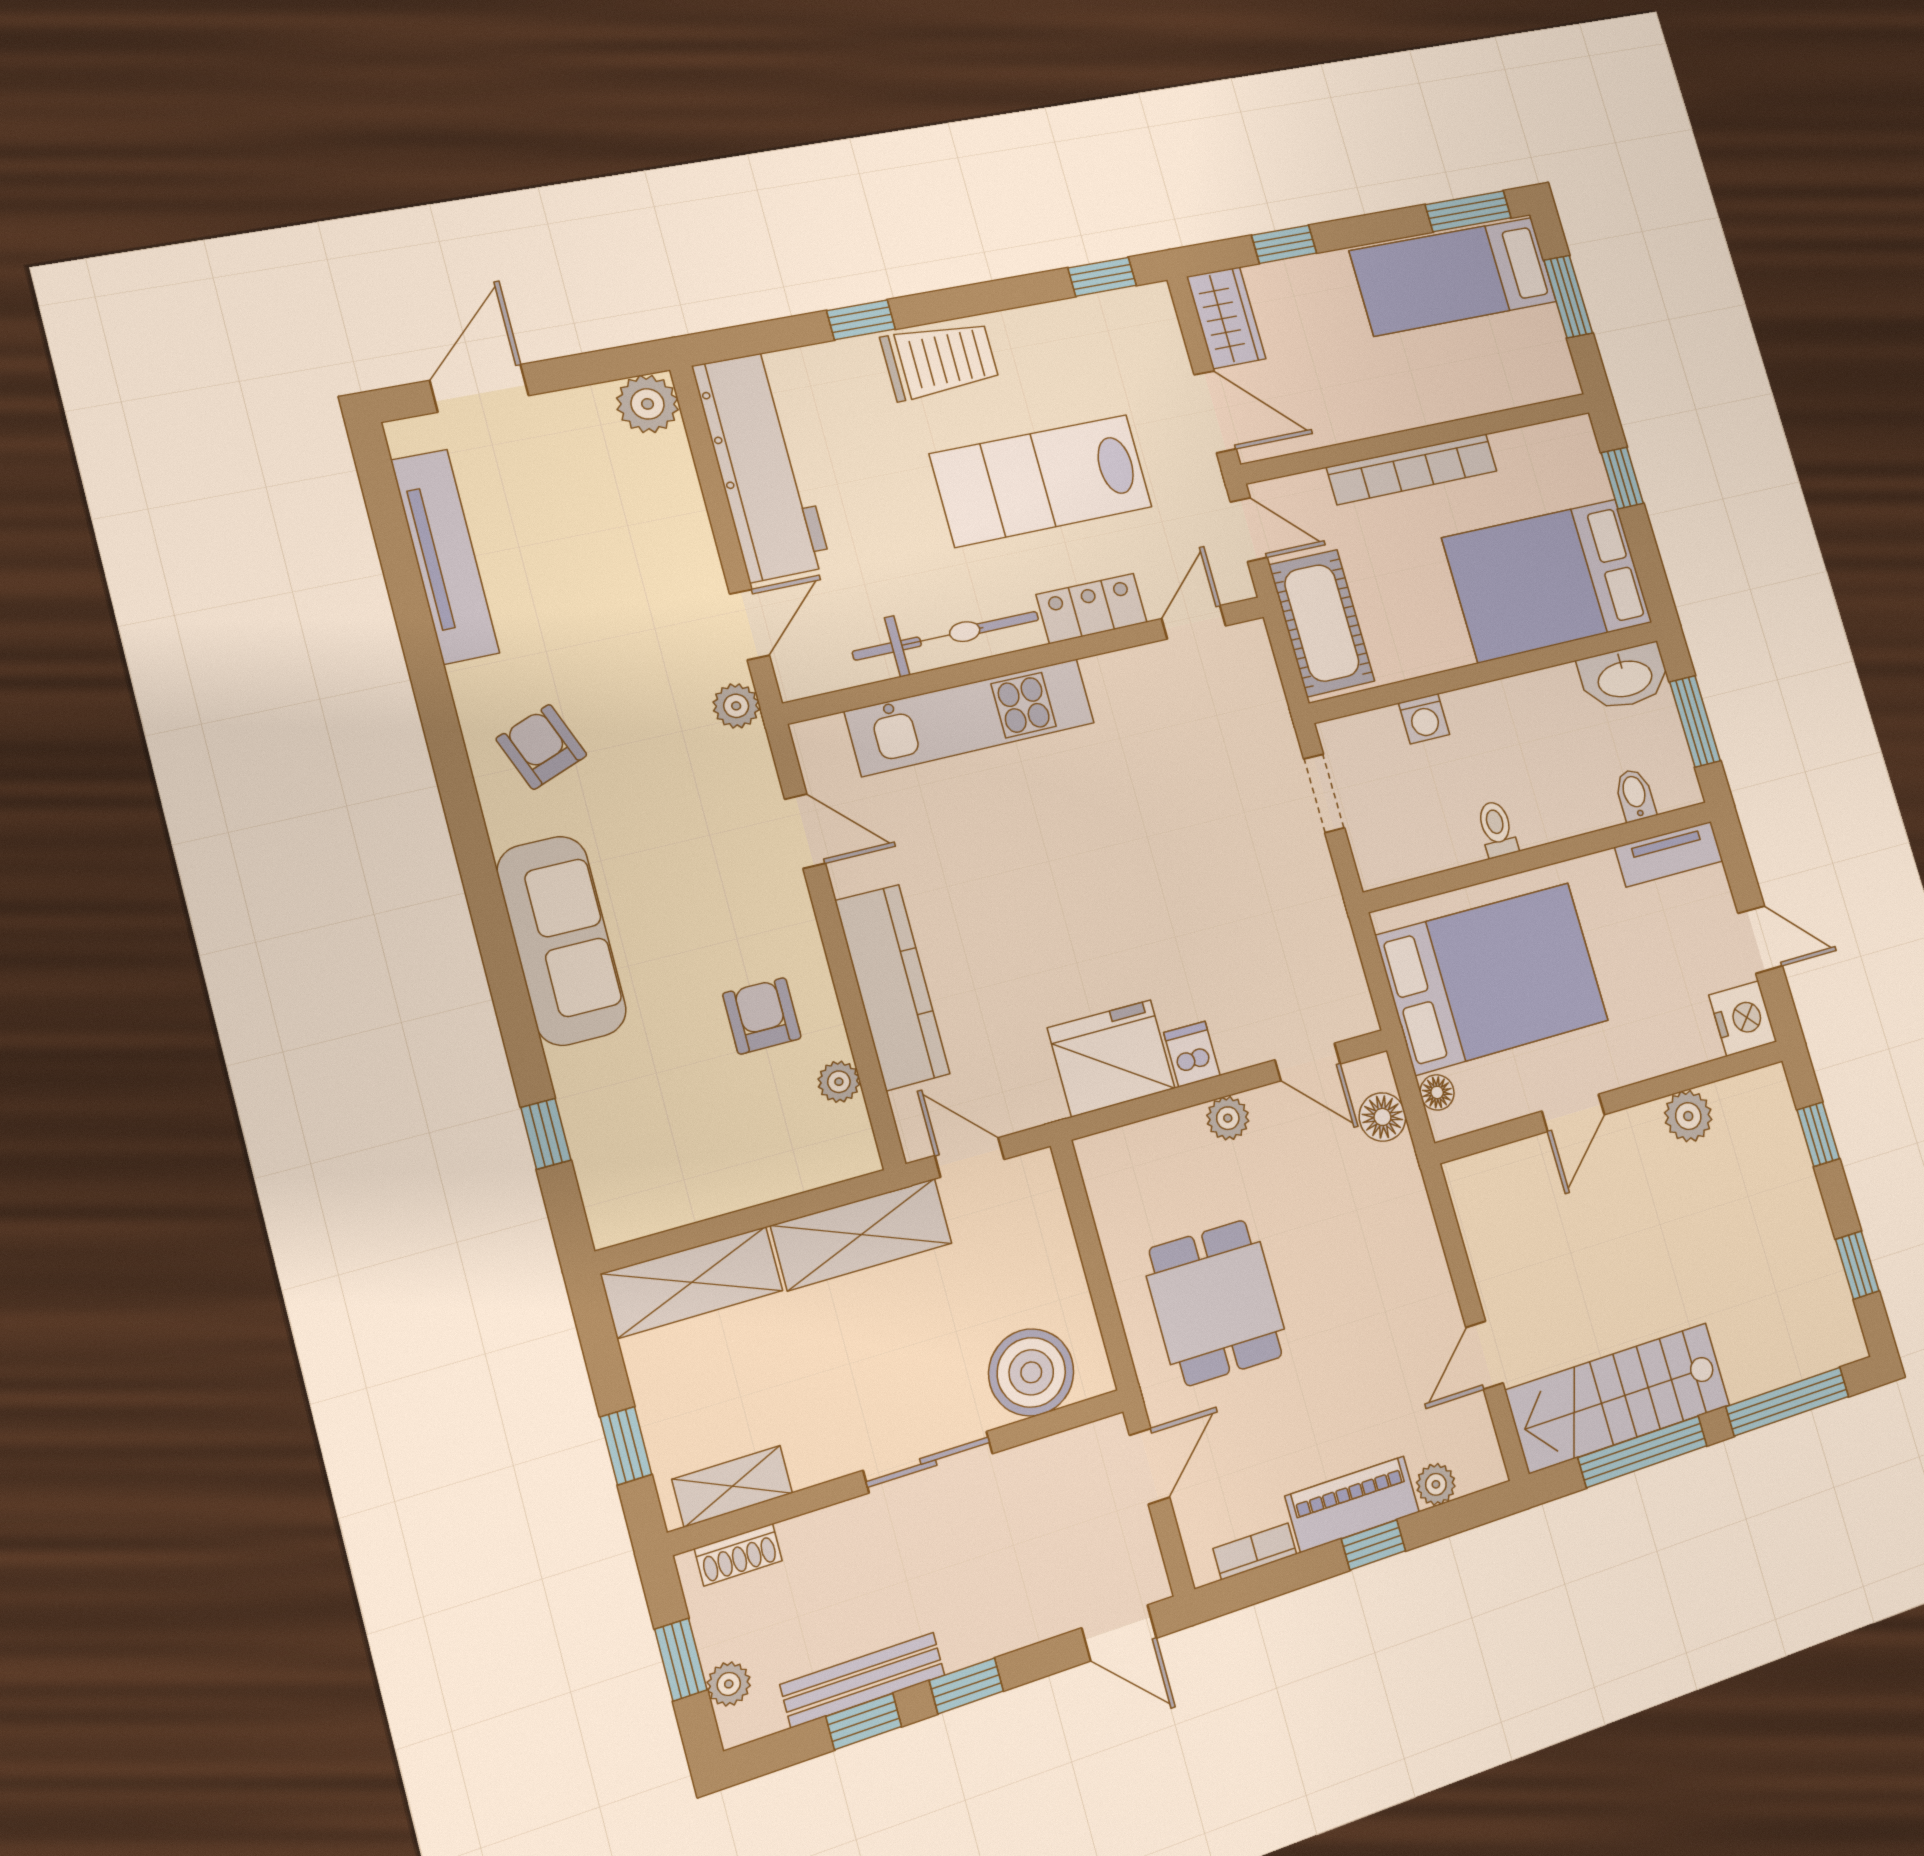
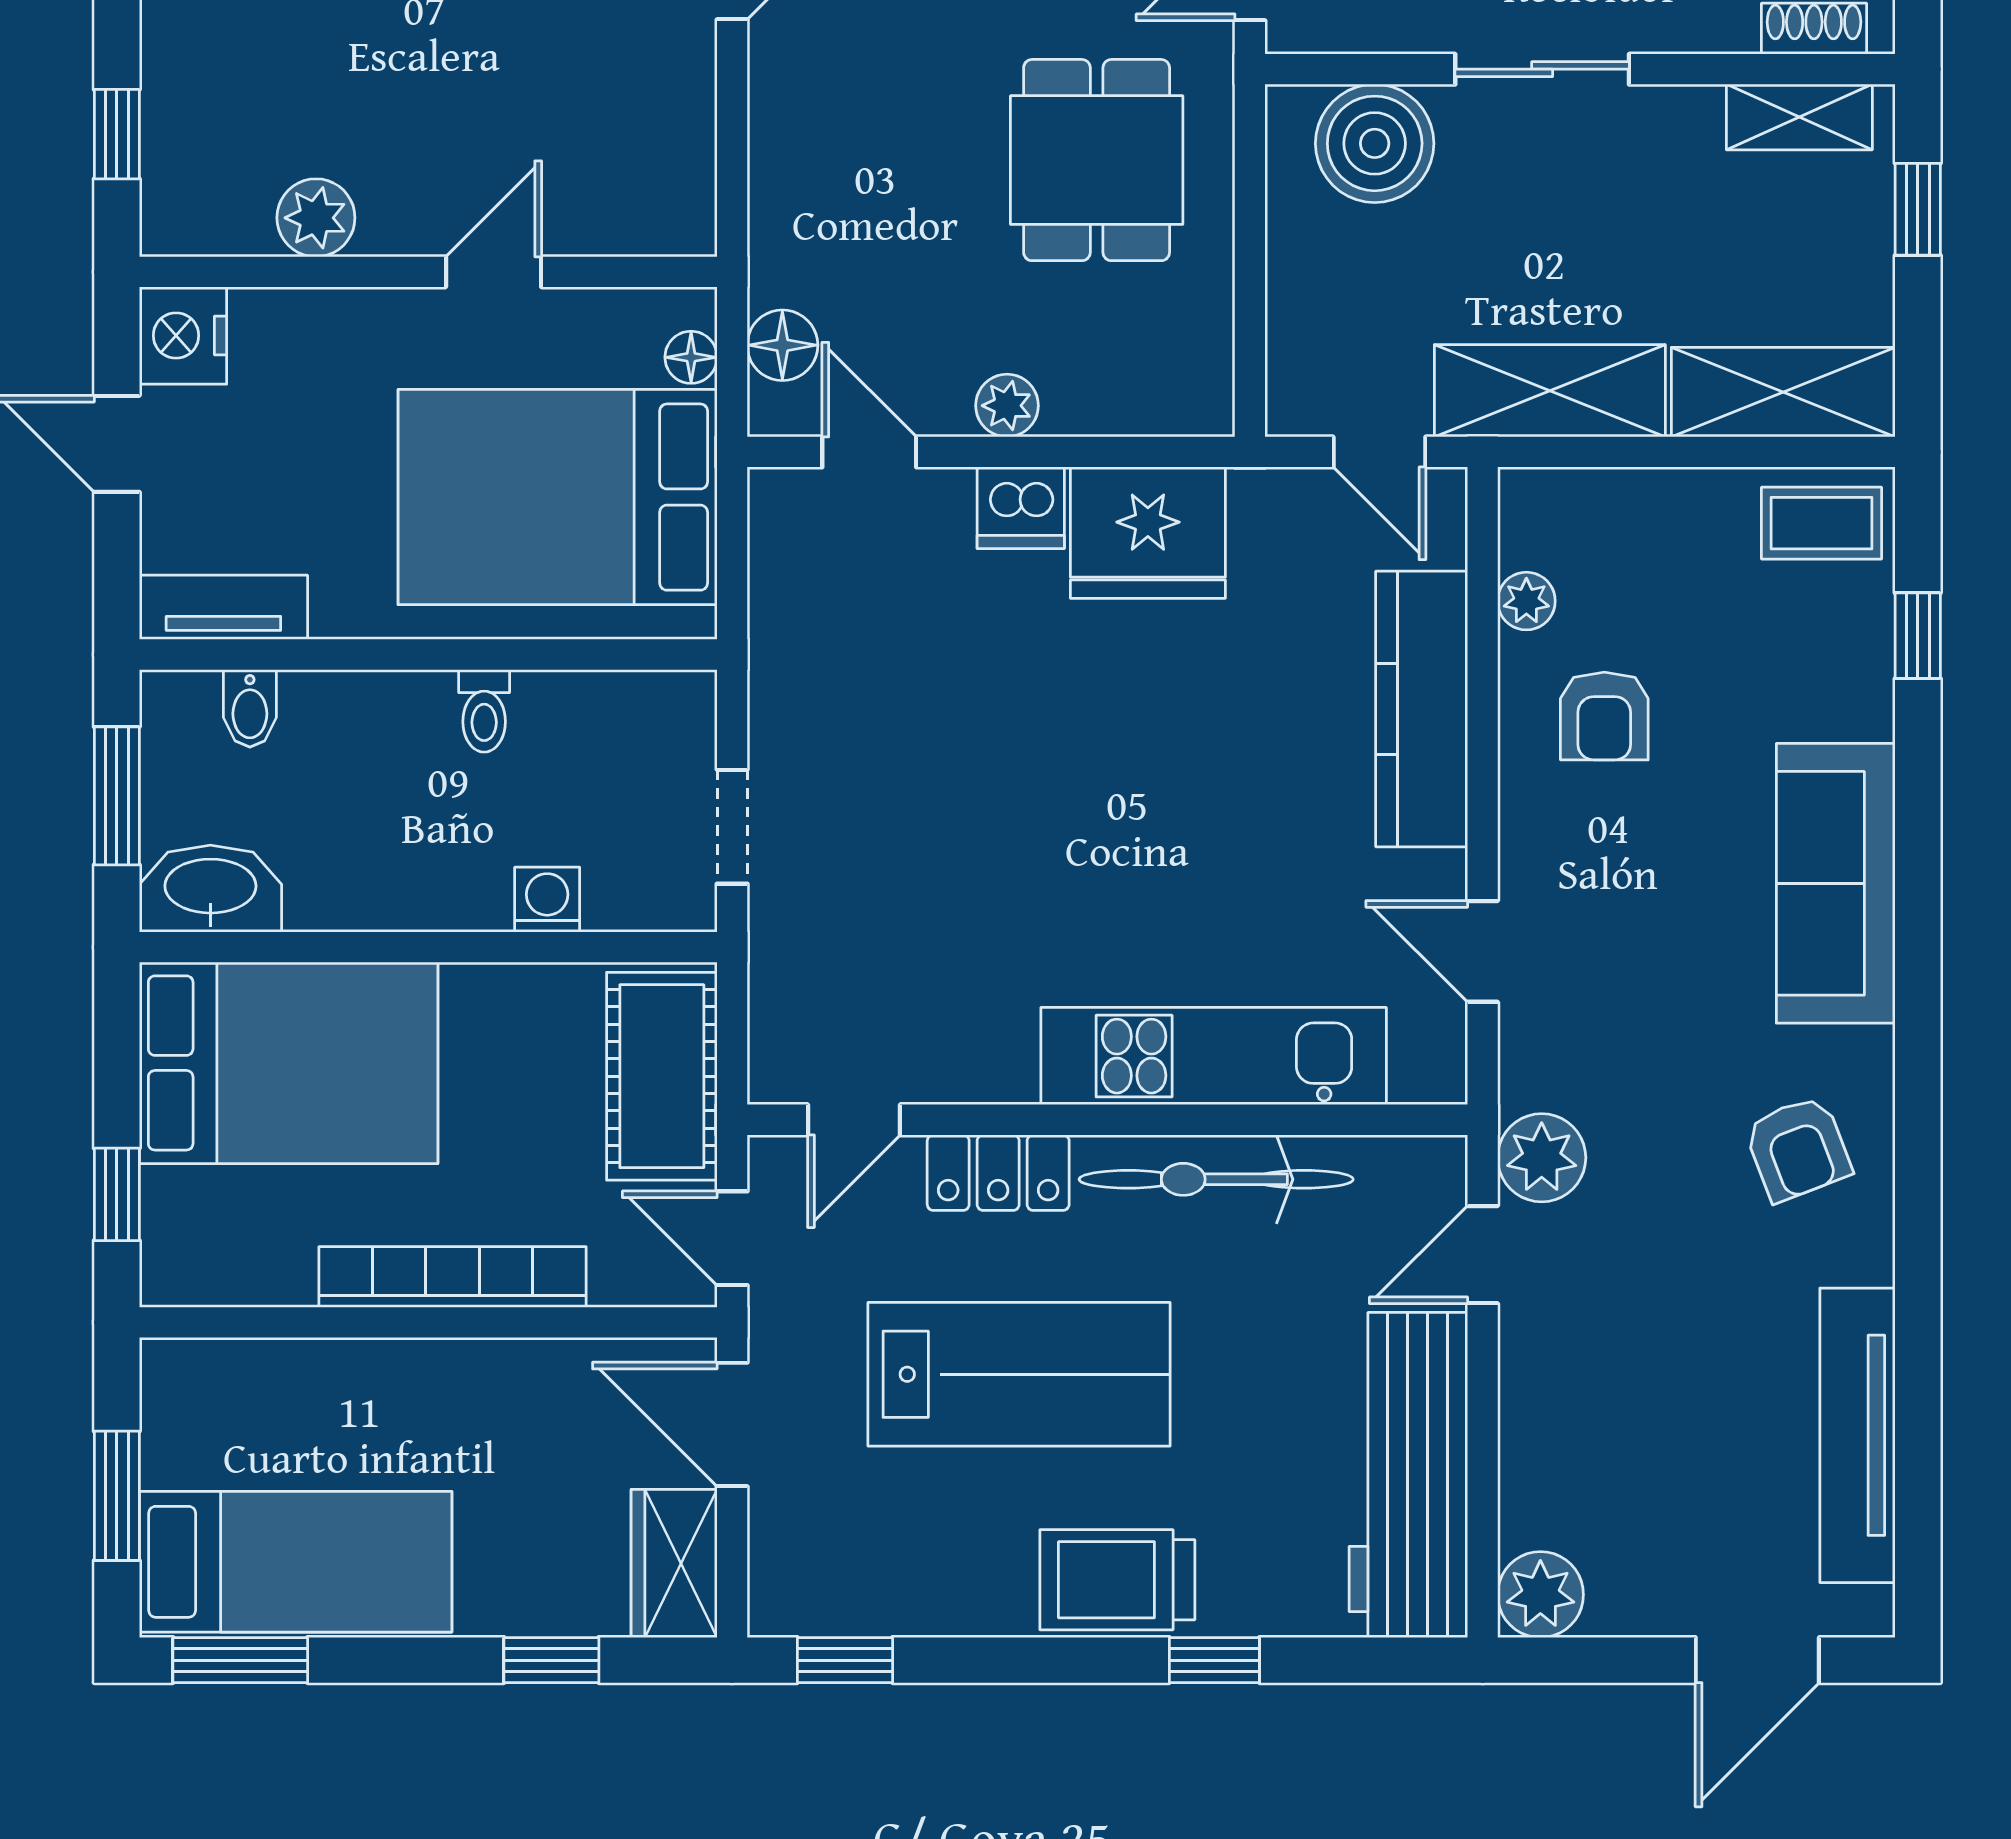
plant: (736, 706) -> (1542, 1158), width x1.38, depth x1.38
dishwasher: (1192, 1054) -> (1021, 508), width x1.38
coffee table: (639, 1196) -> (1821, 523), added

